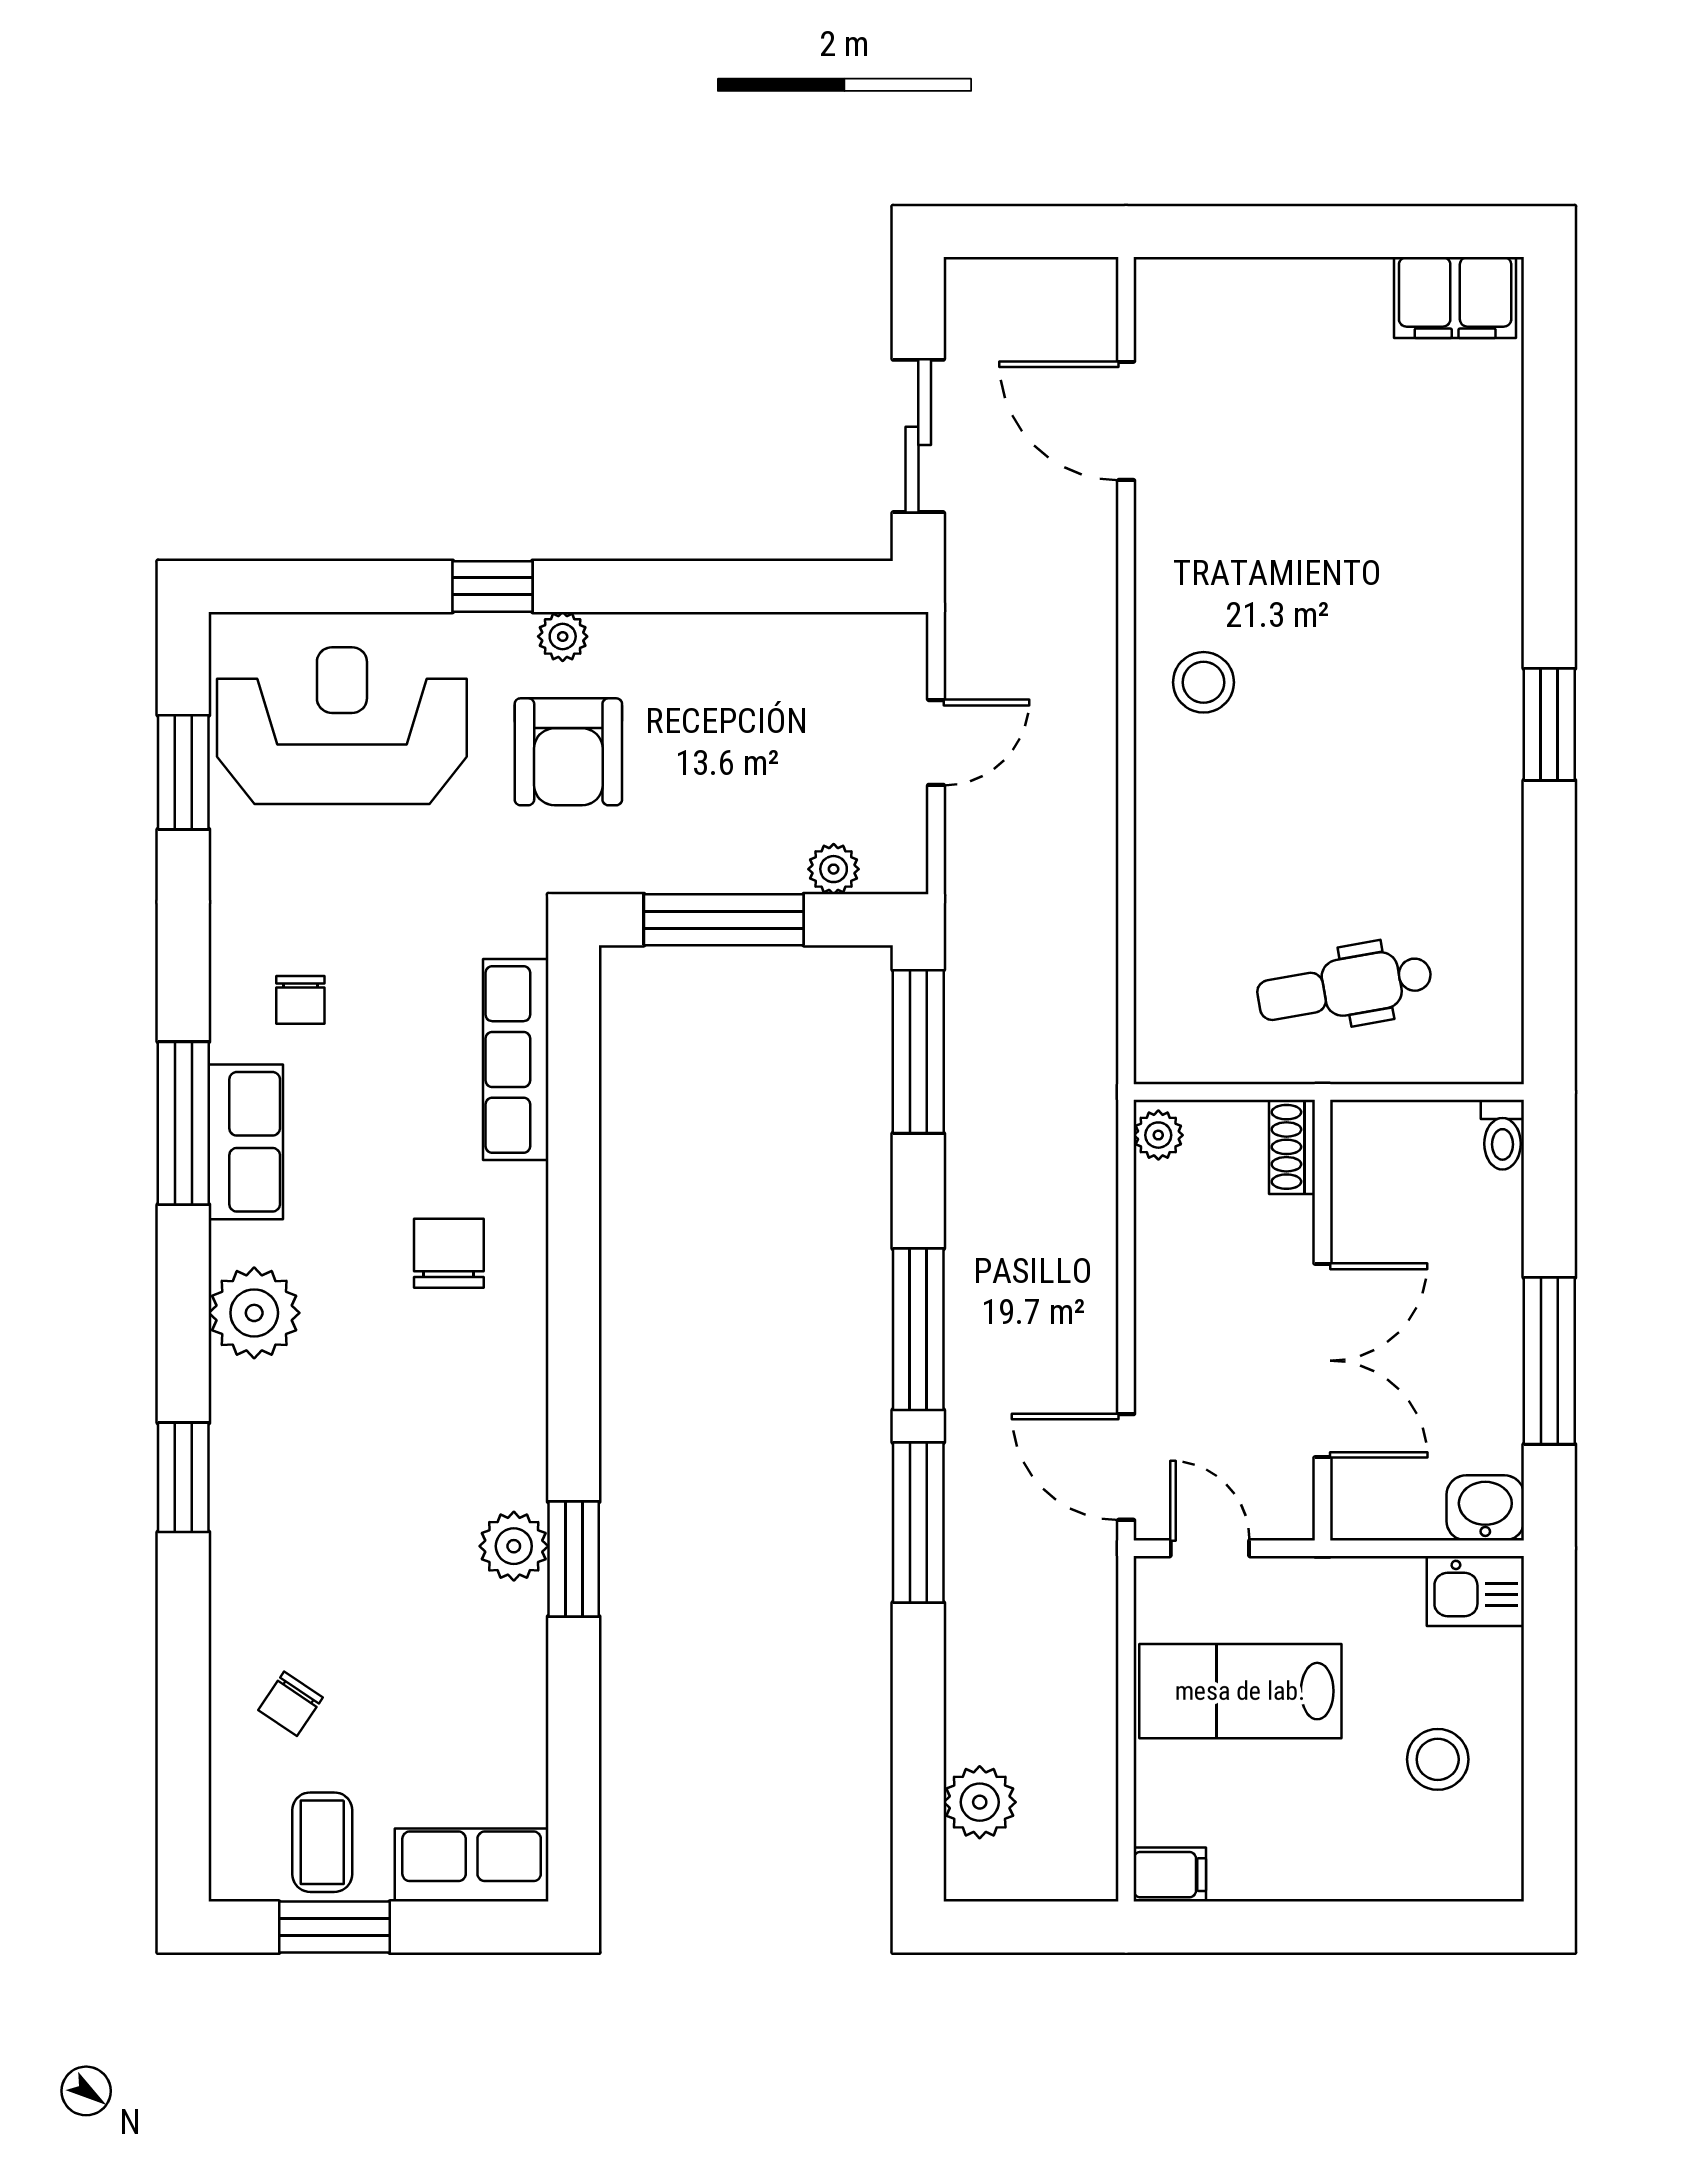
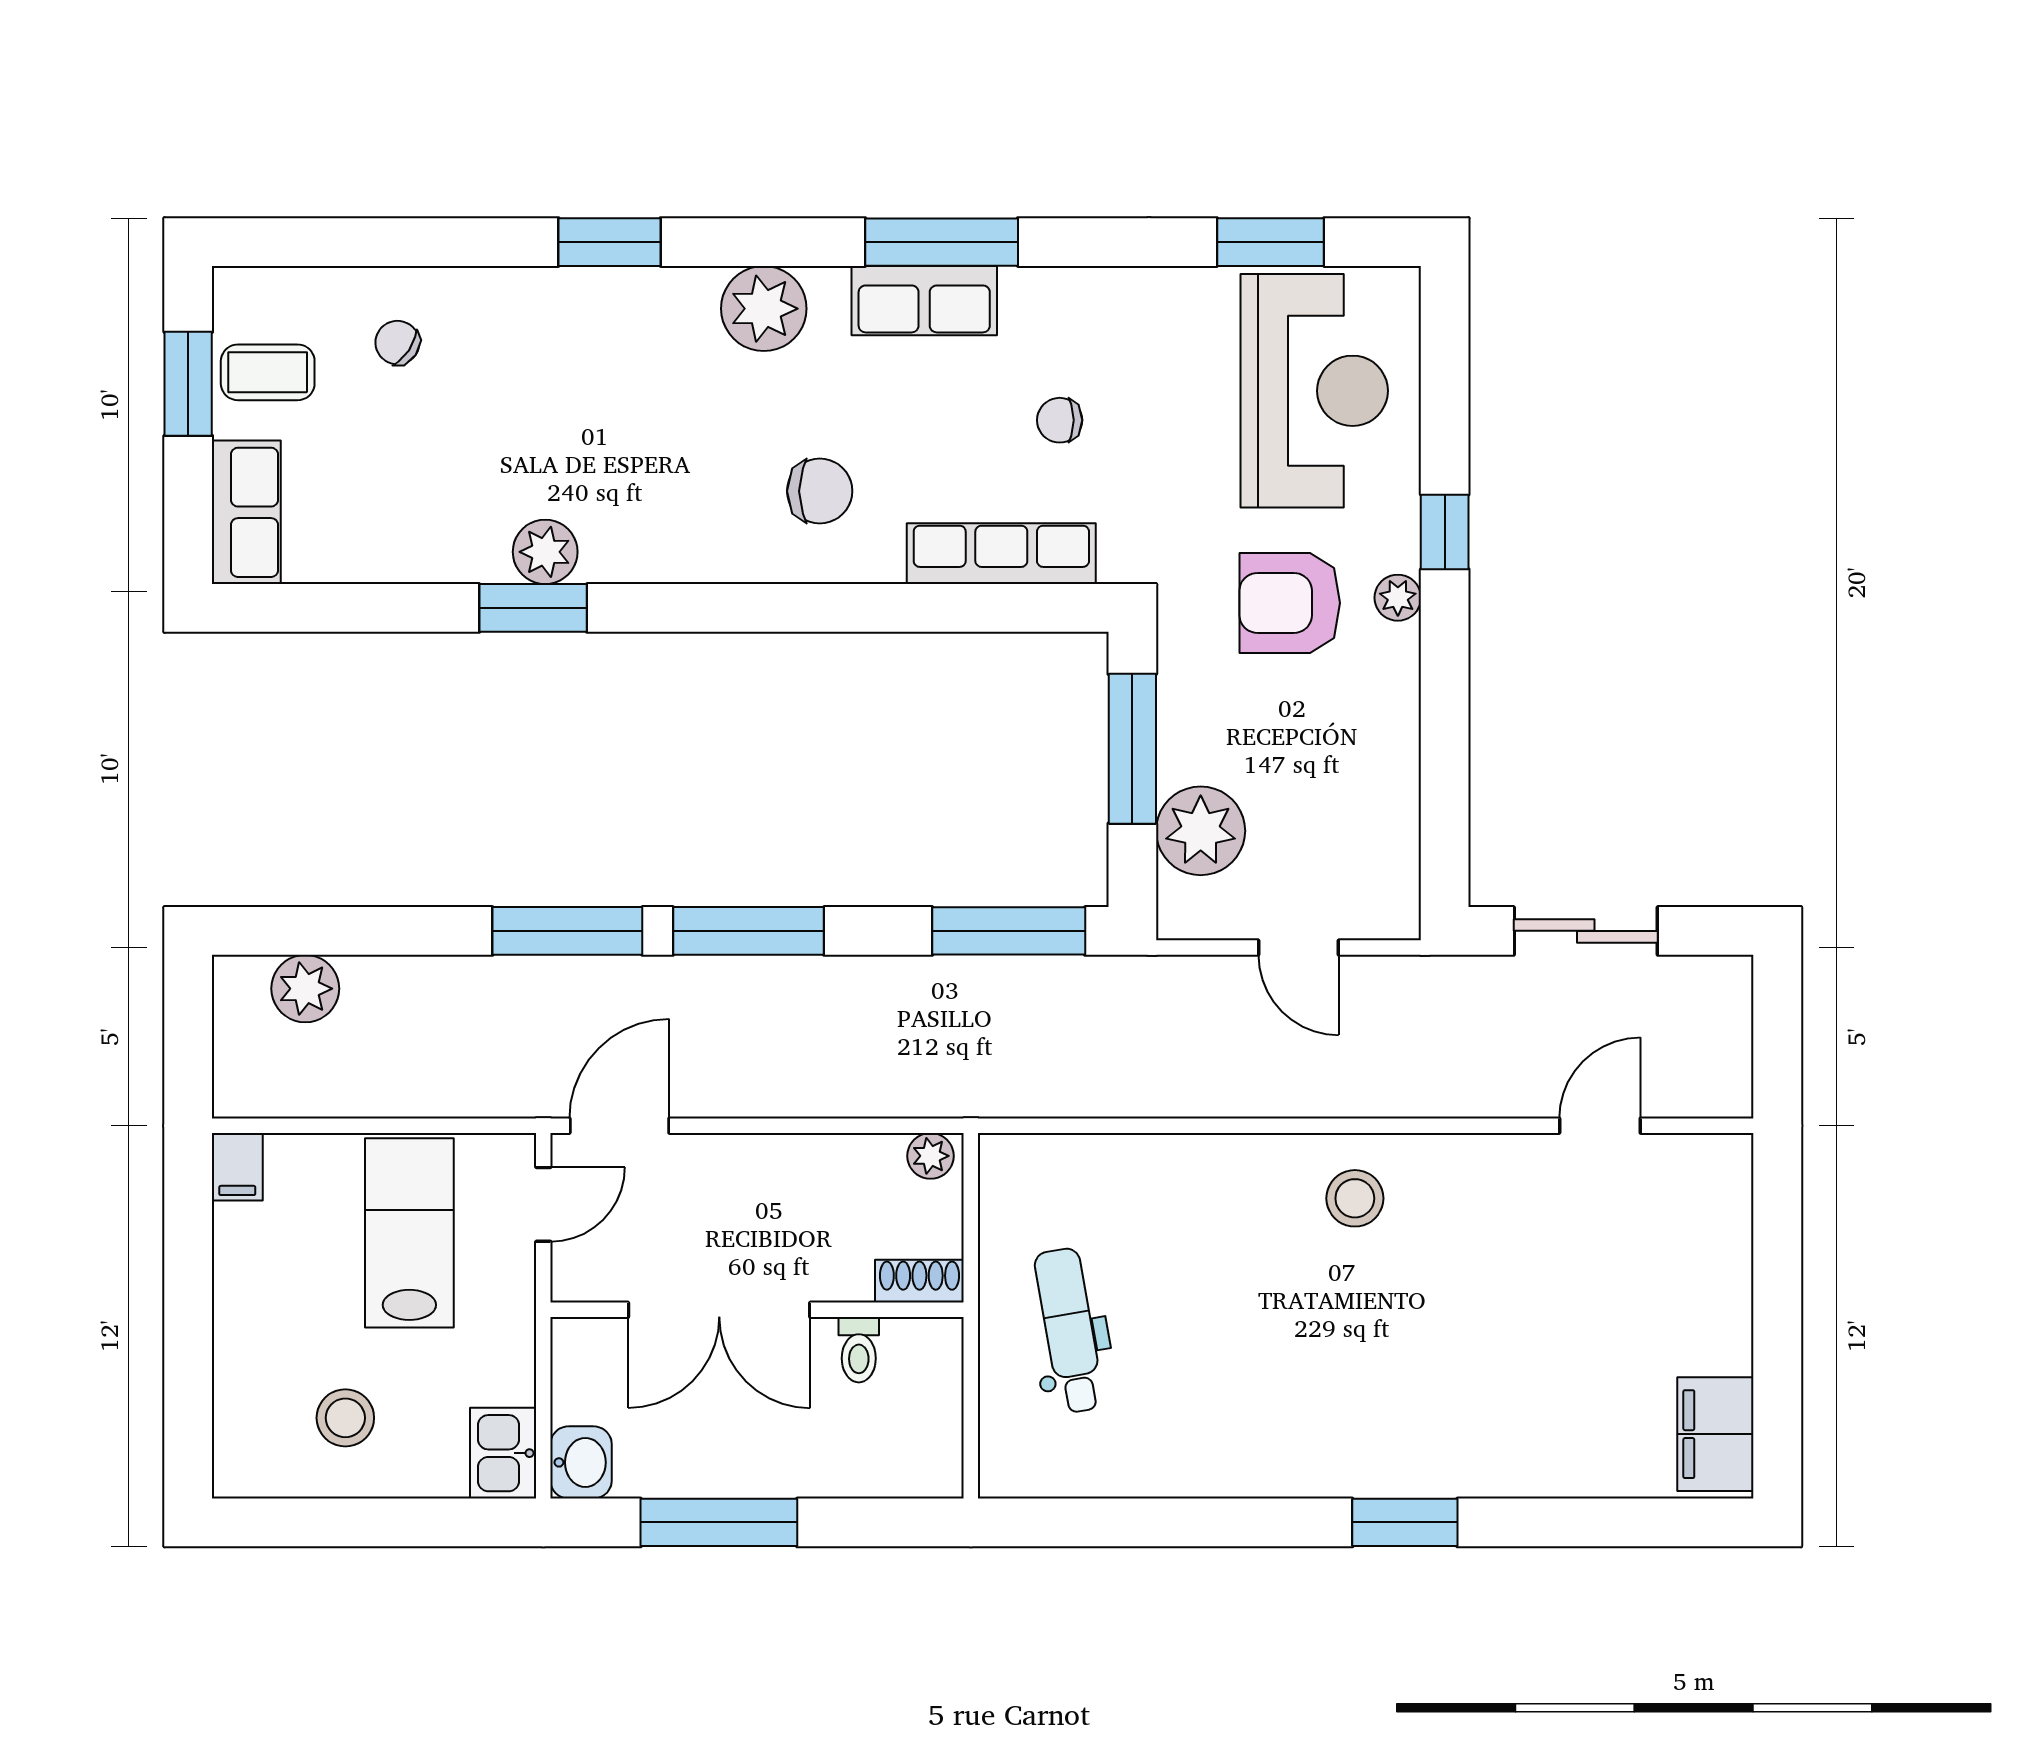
door: (1126, 421) -> (1600, 1126), width x0.73
window: (1549, 724) -> (1405, 1522), moved
plant: (834, 869) -> (1201, 831), width x1.88, depth x1.88
chair: (300, 1000) -> (1060, 420), moved
toilet: (1502, 1135) -> (859, 1350), moved, turned -90

